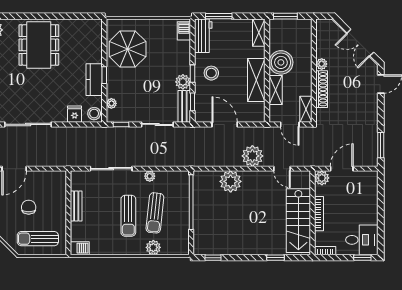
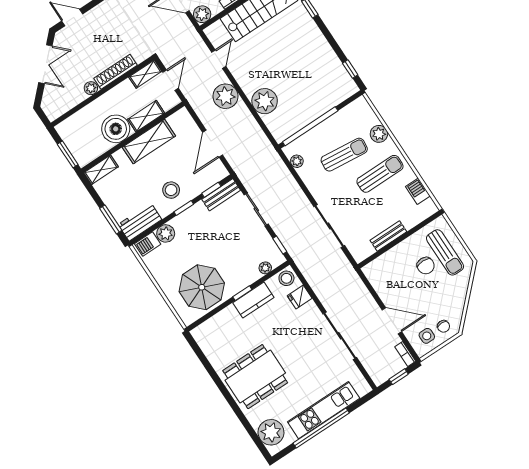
plant: (183, 82) -> (166, 233), moved
plant: (150, 176) -> (297, 161), moved
chair: (29, 207) -> (426, 266), moved, turned -90
sun lounger: (128, 216) -> (380, 174), moved
barbecue: (80, 248) -> (418, 191), moved

